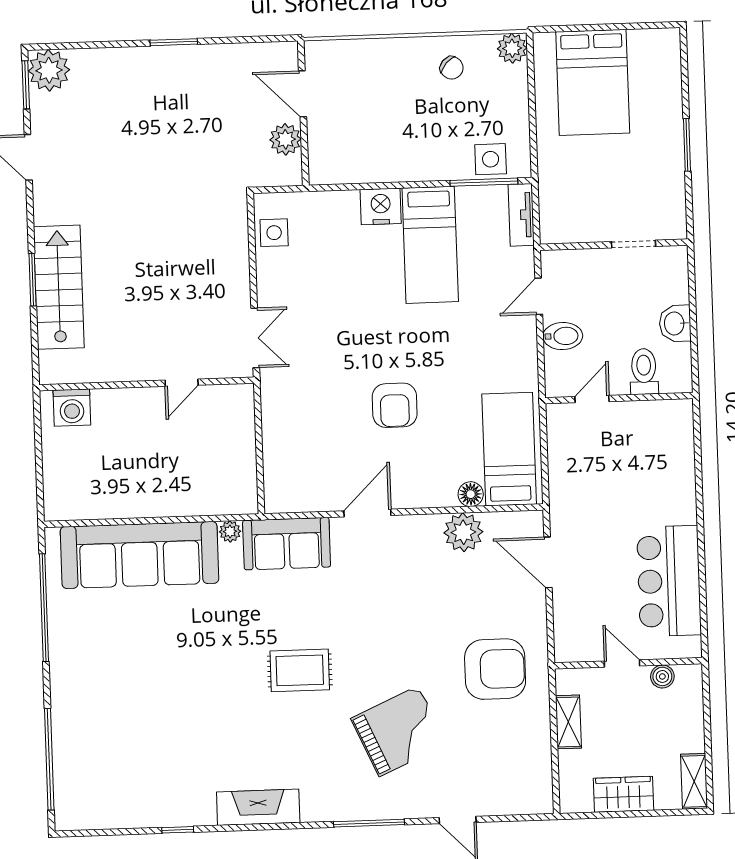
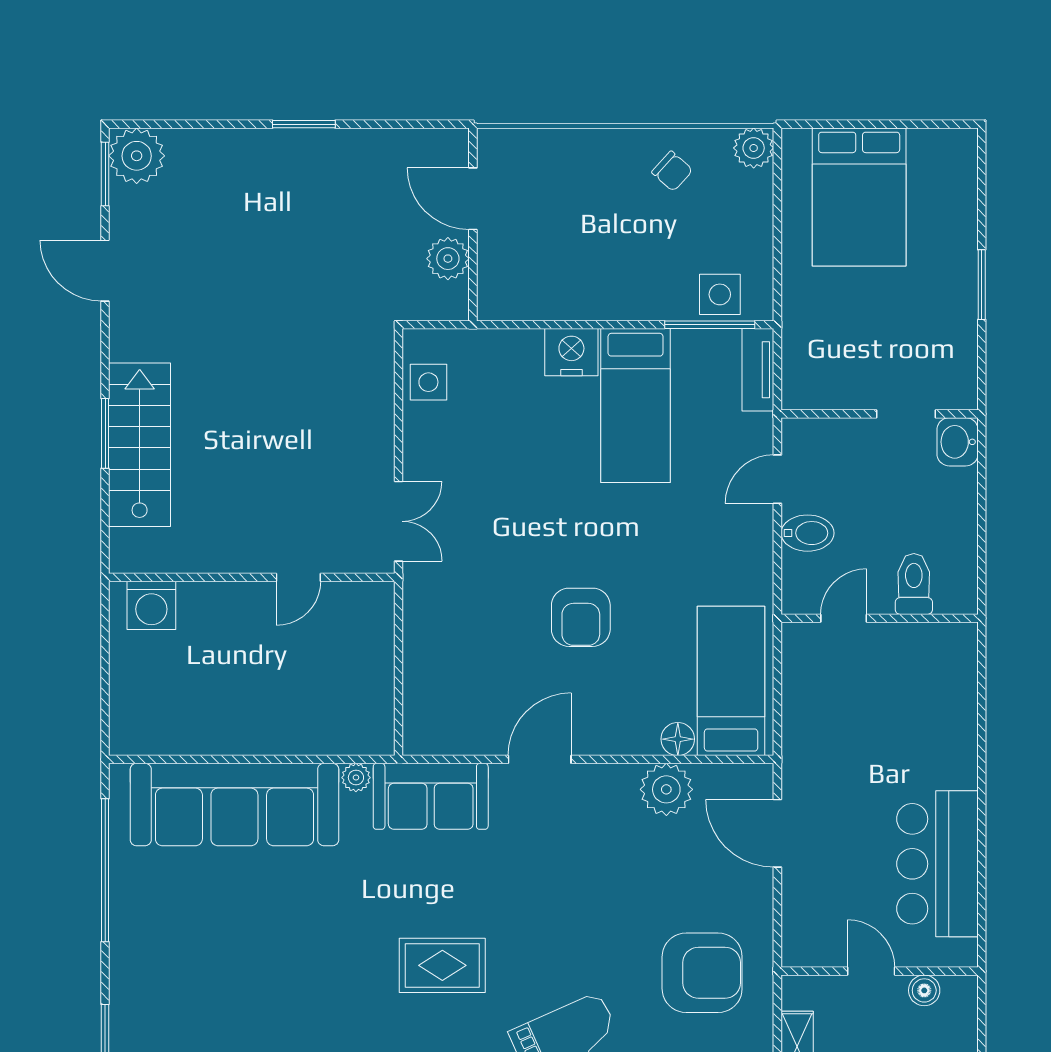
washbasin: (675, 323) -> (958, 442), moved

